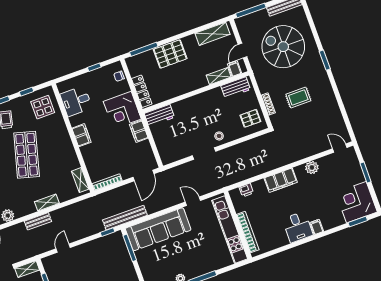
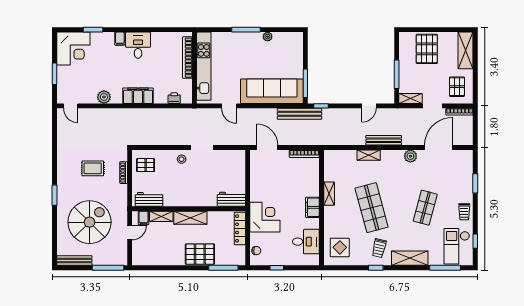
shelving: (212, 34) -> (190, 218), moved
spiral stairs: (283, 47) -> (90, 222), turned -90
window: (27, 92) -> (350, 268), removed
filing cabinet: (139, 131) -> (256, 191), removed
shop shelf: (27, 155) -> (372, 208), turned -30
door: (143, 175) -> (267, 148), hinge flipped
shelving: (80, 180) -> (329, 194), moved
bench: (38, 221) -> (384, 140), width x1.36
window: (358, 222) -> (93, 30), moved

